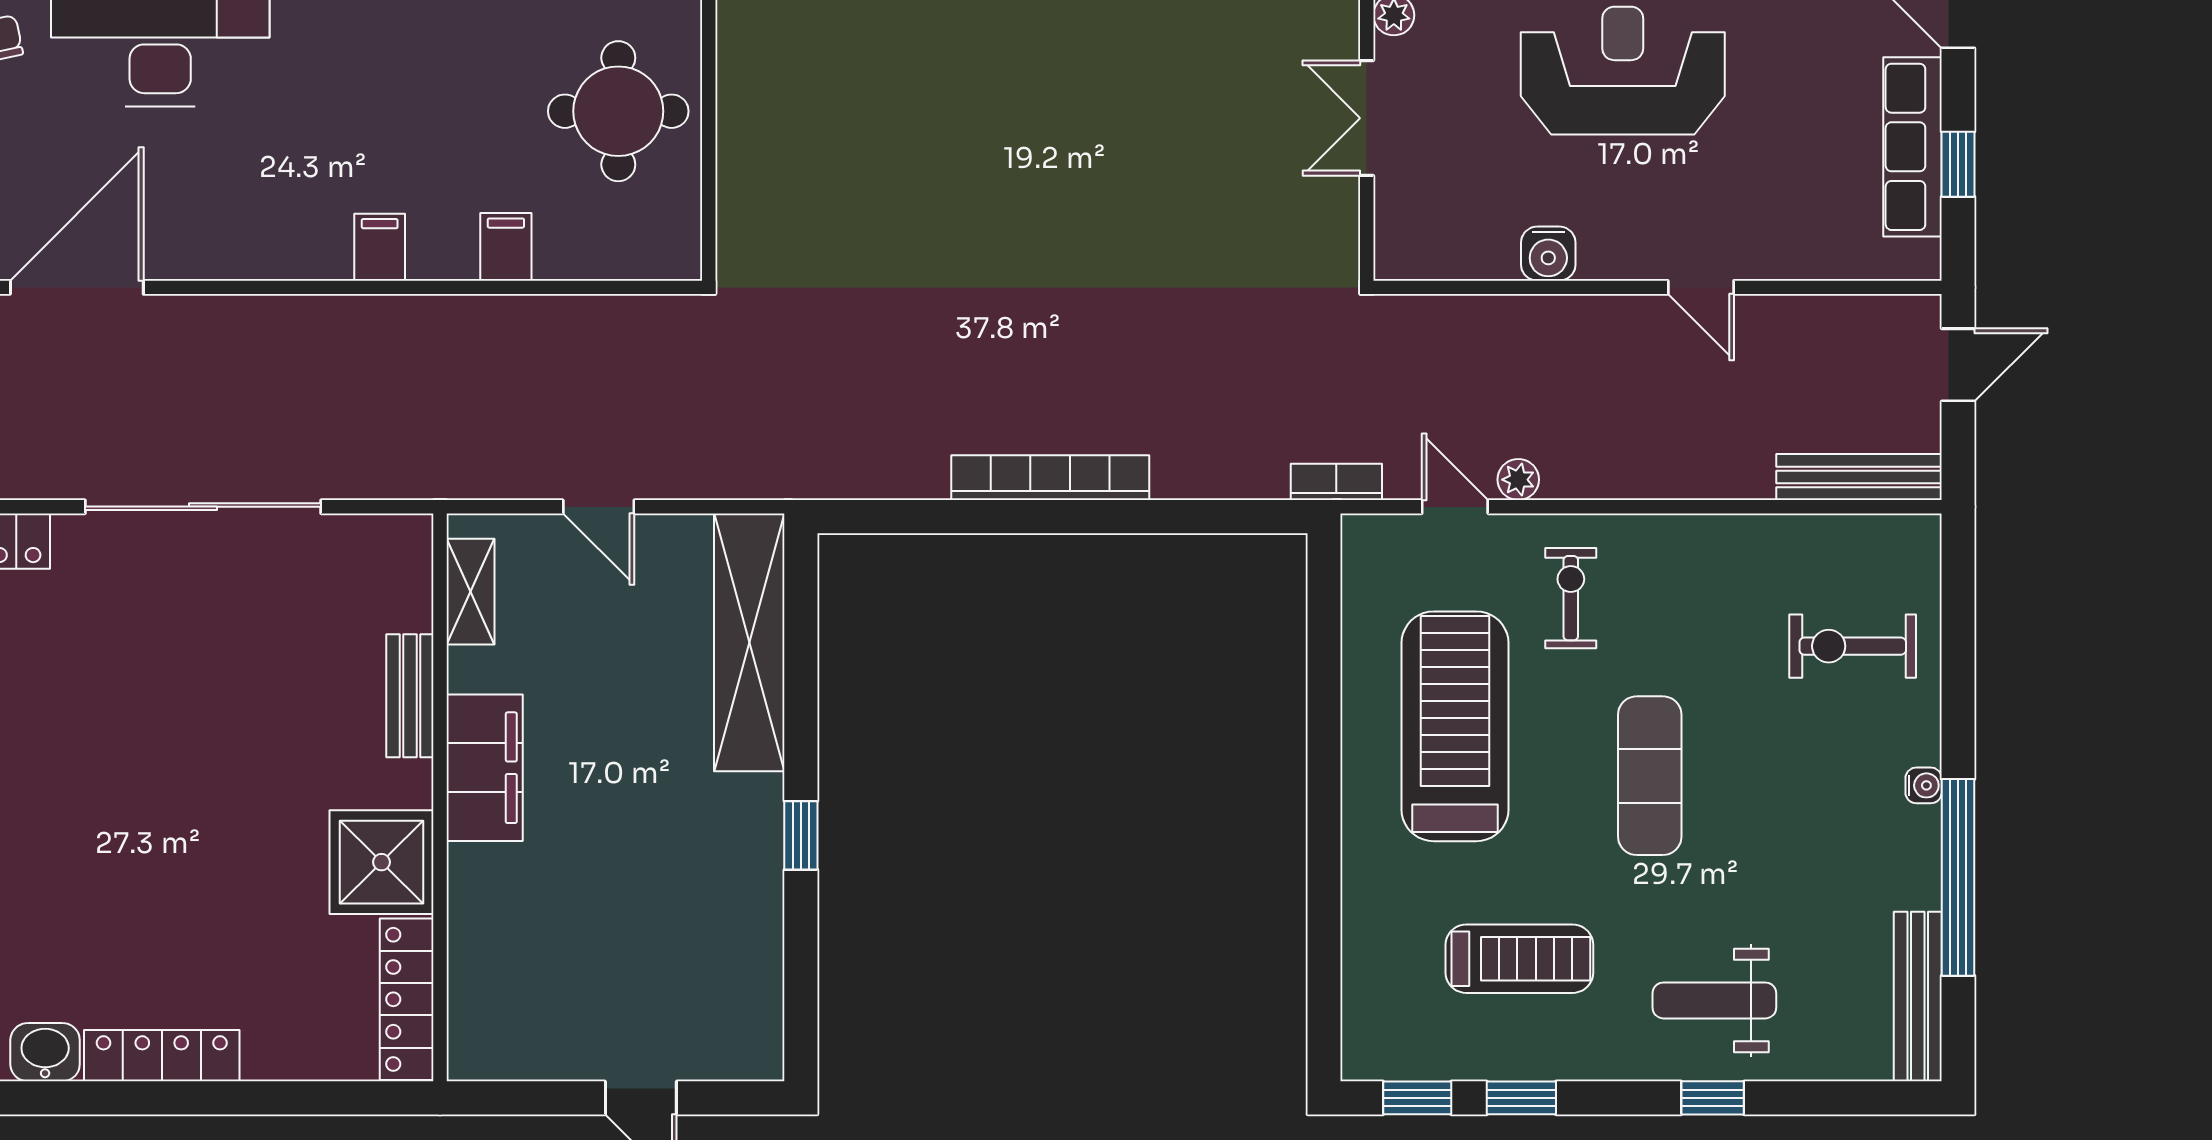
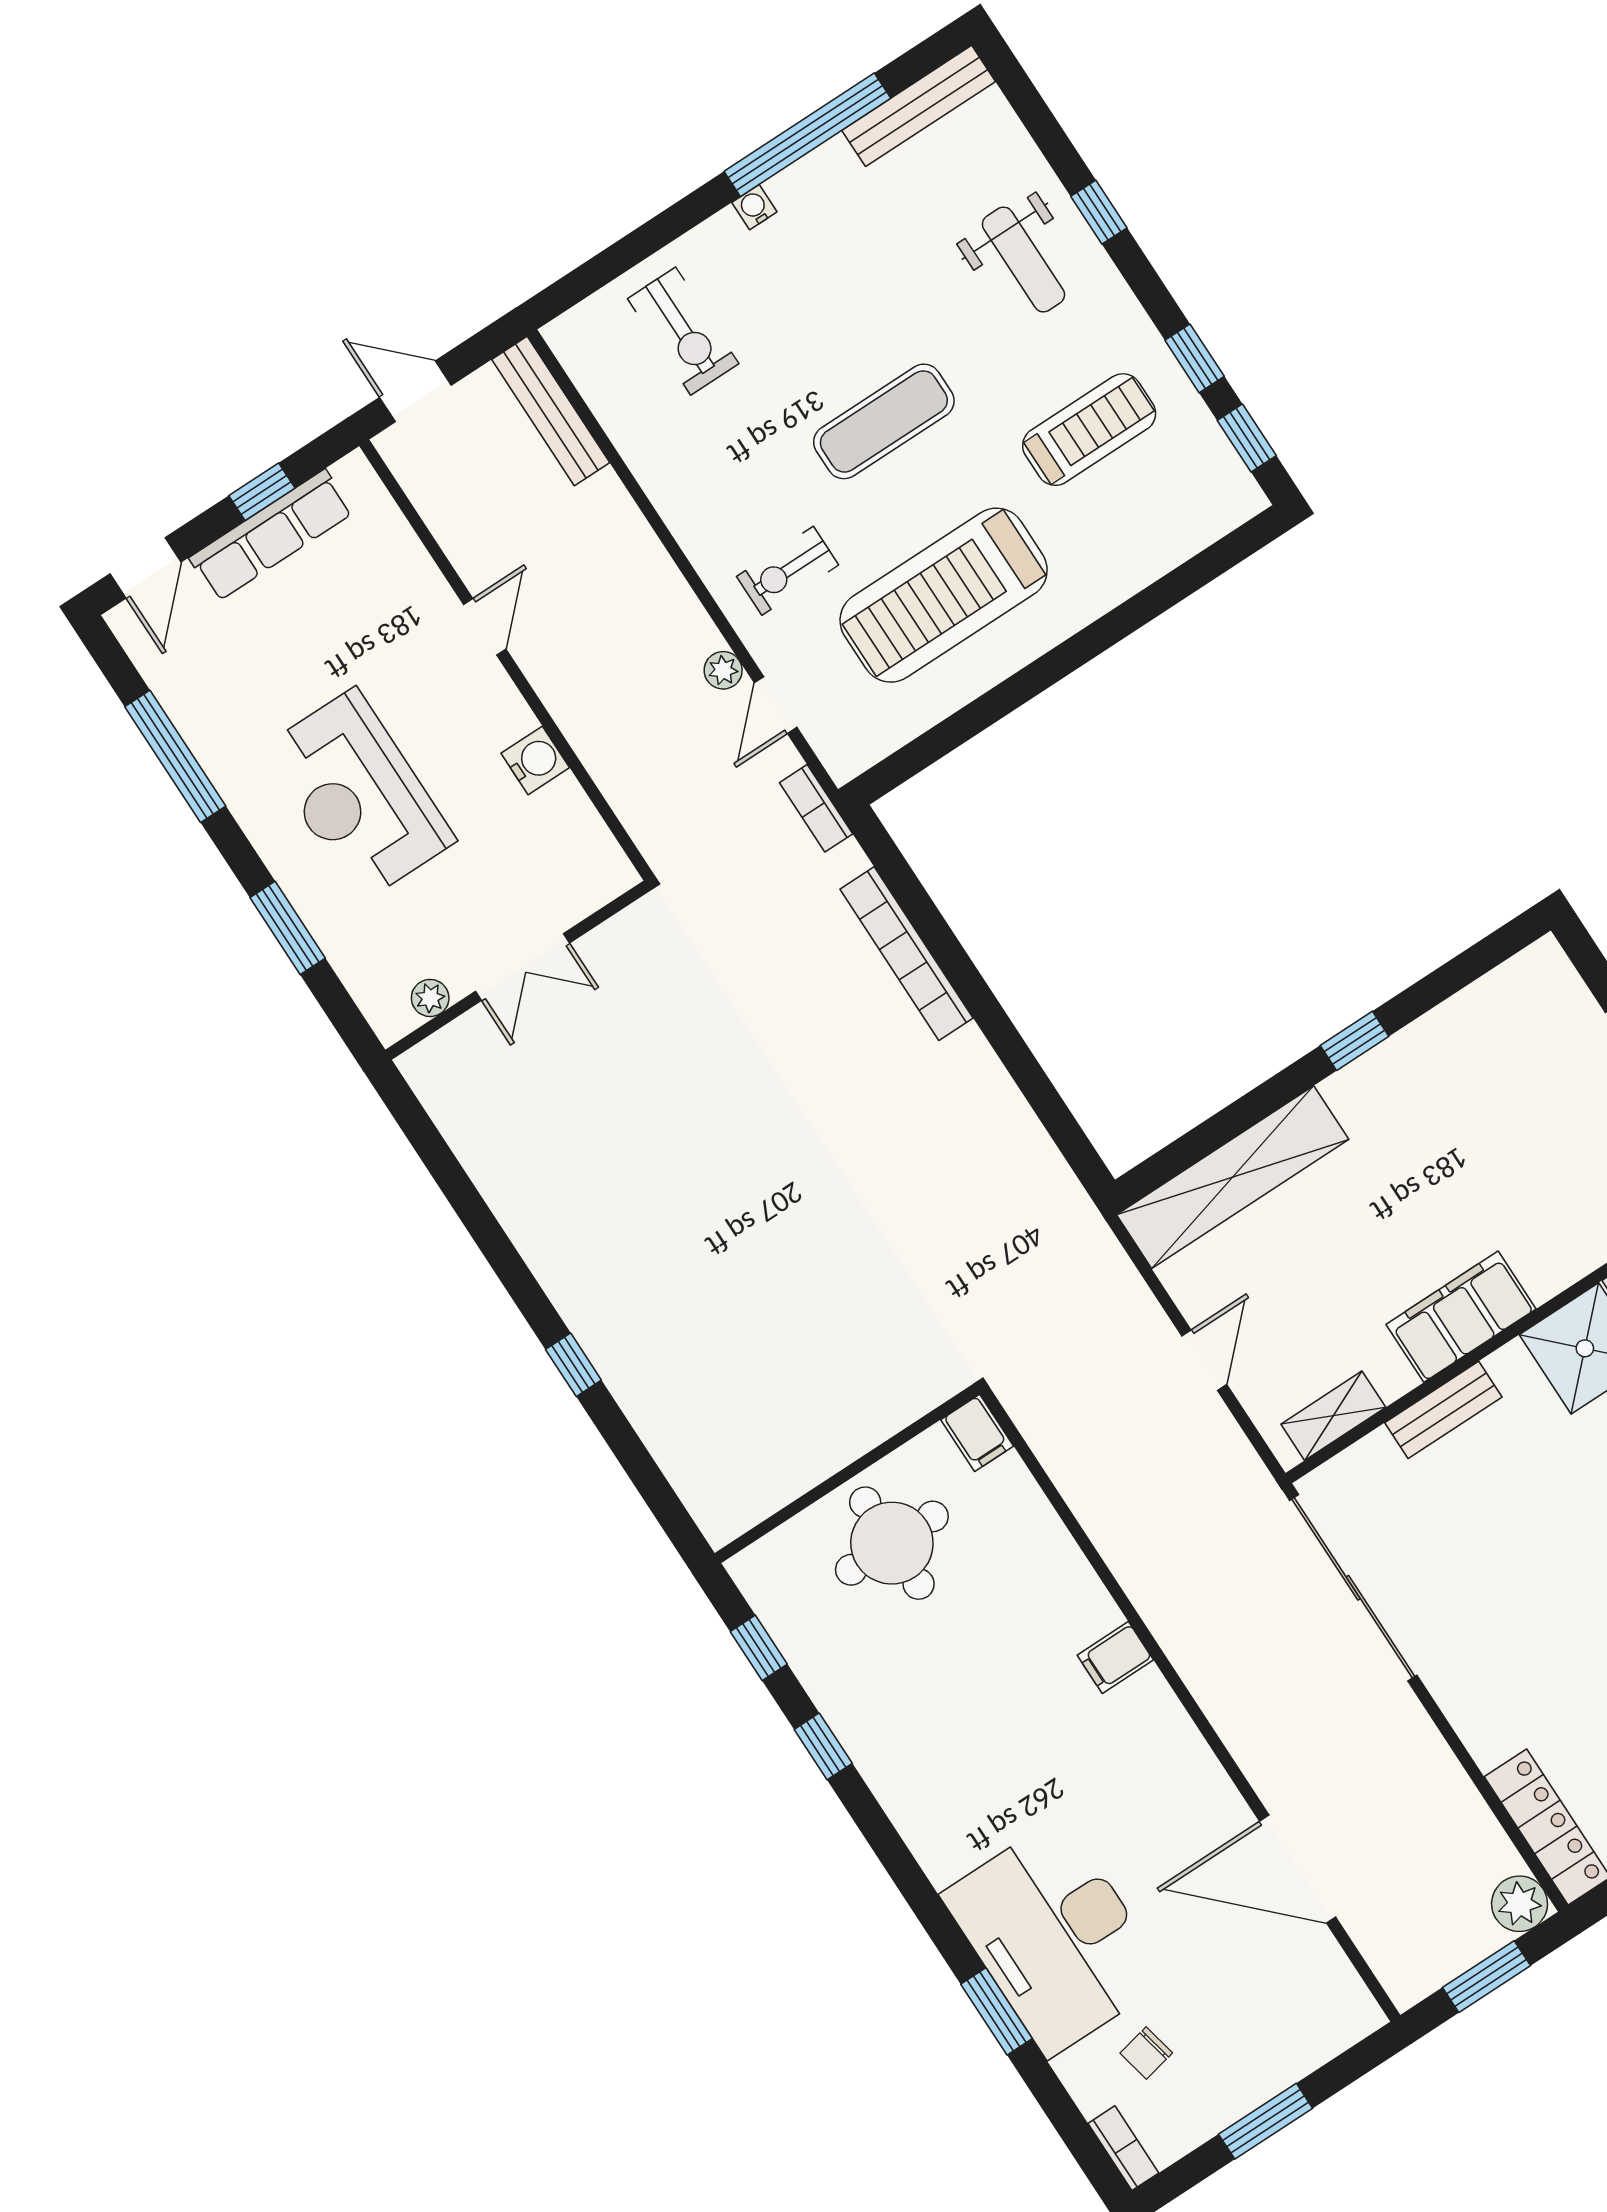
filing cabinet: (506, 247) -> (977, 1433), moved, turned -90
bookcase: (1050, 478) -> (907, 954), moved
sliding door: (203, 507) -> (1353, 1588), moved
treadmill: (1519, 959) -> (1089, 430), turned 90

